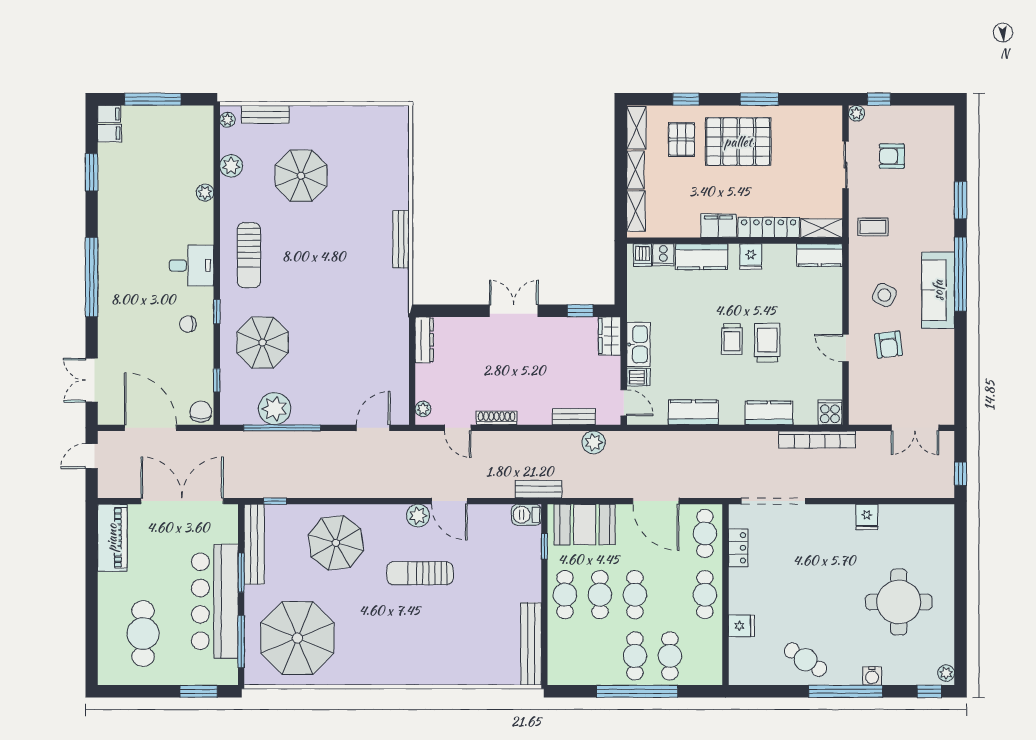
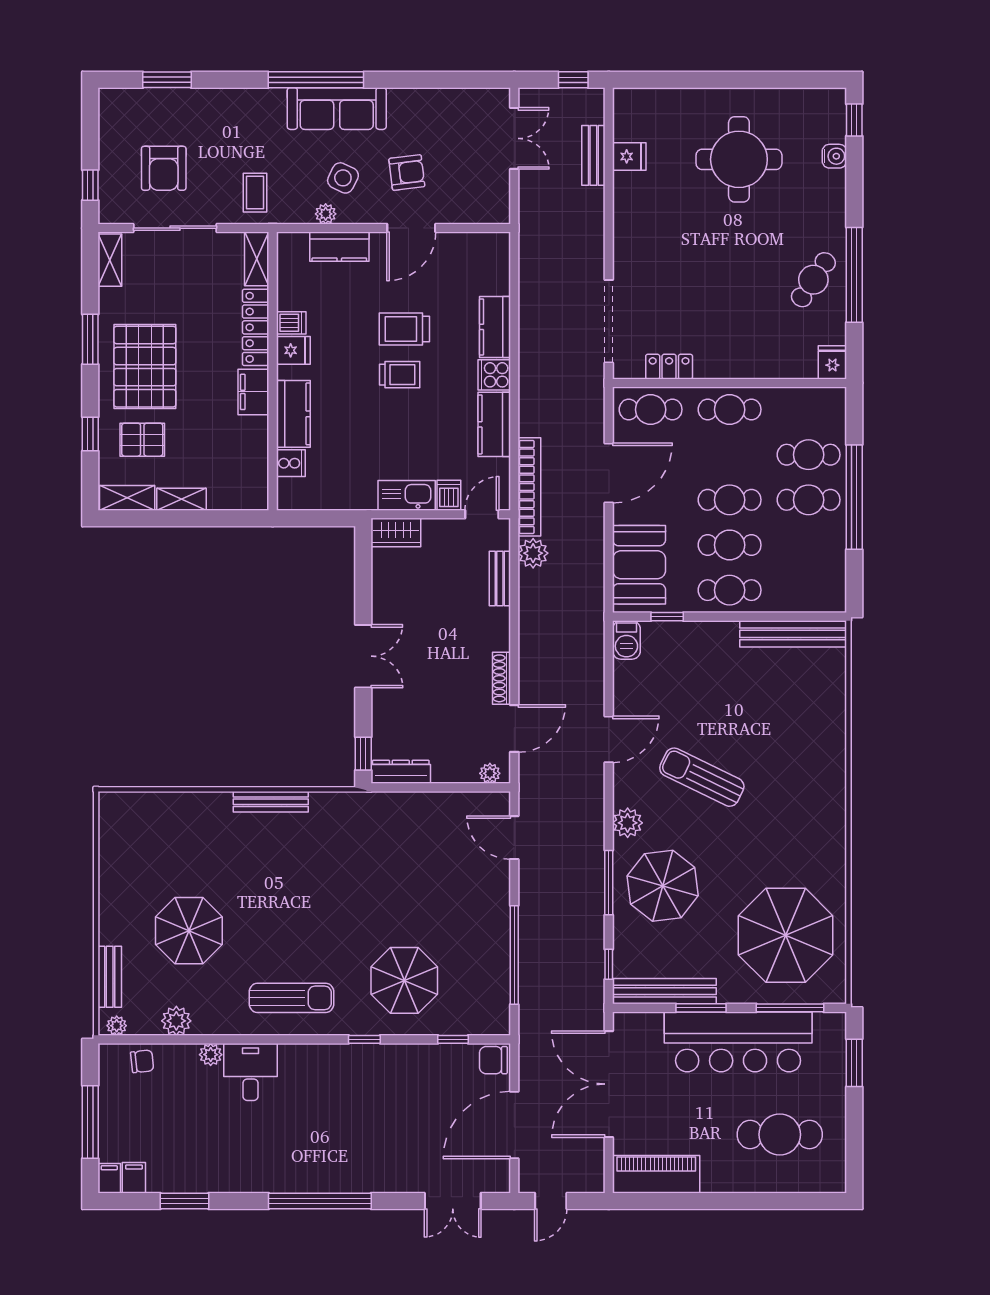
plant: (857, 113) -> (326, 214), moved
armchair: (892, 156) -> (164, 168), width x1.38, depth x1.38
sliding door: (846, 165) -> (175, 228), width x1.37
window: (961, 200) -> (167, 80), moved
shelving: (636, 211) -> (110, 260), moved, turned 90
dishwasher: (642, 255) -> (291, 323), moved
kitchen counter: (820, 255) -> (339, 247), moved, turned 90
desk: (192, 266) -> (250, 1072), moved
double door: (514, 311) -> (363, 656), swing flipped
window: (580, 311) -> (363, 754), moved
chair: (188, 324) -> (142, 1061), moved, turned -96
door: (846, 348) -> (411, 228), width x1.38
plant: (275, 409) -> (490, 965), removed
cooker: (830, 412) -> (494, 375), moved
door: (458, 428) -> (514, 729), width x1.38
bookcase: (817, 440) -> (529, 487), moved
door: (92, 456) -> (551, 1201), hinge flipped
bench: (539, 489) -> (593, 155), moved
window: (338, 501) -> (609, 883), added
plant: (418, 516) -> (628, 823), moved
fridge: (867, 517) -> (629, 156), moved
sun lounger: (420, 573) -> (702, 777), turned 116
fridge: (741, 626) -> (832, 362), moved
plant: (946, 673) -> (831, 98), removed
water cooler: (872, 676) -> (834, 156), moved
window: (846, 691) -> (854, 275), moved

